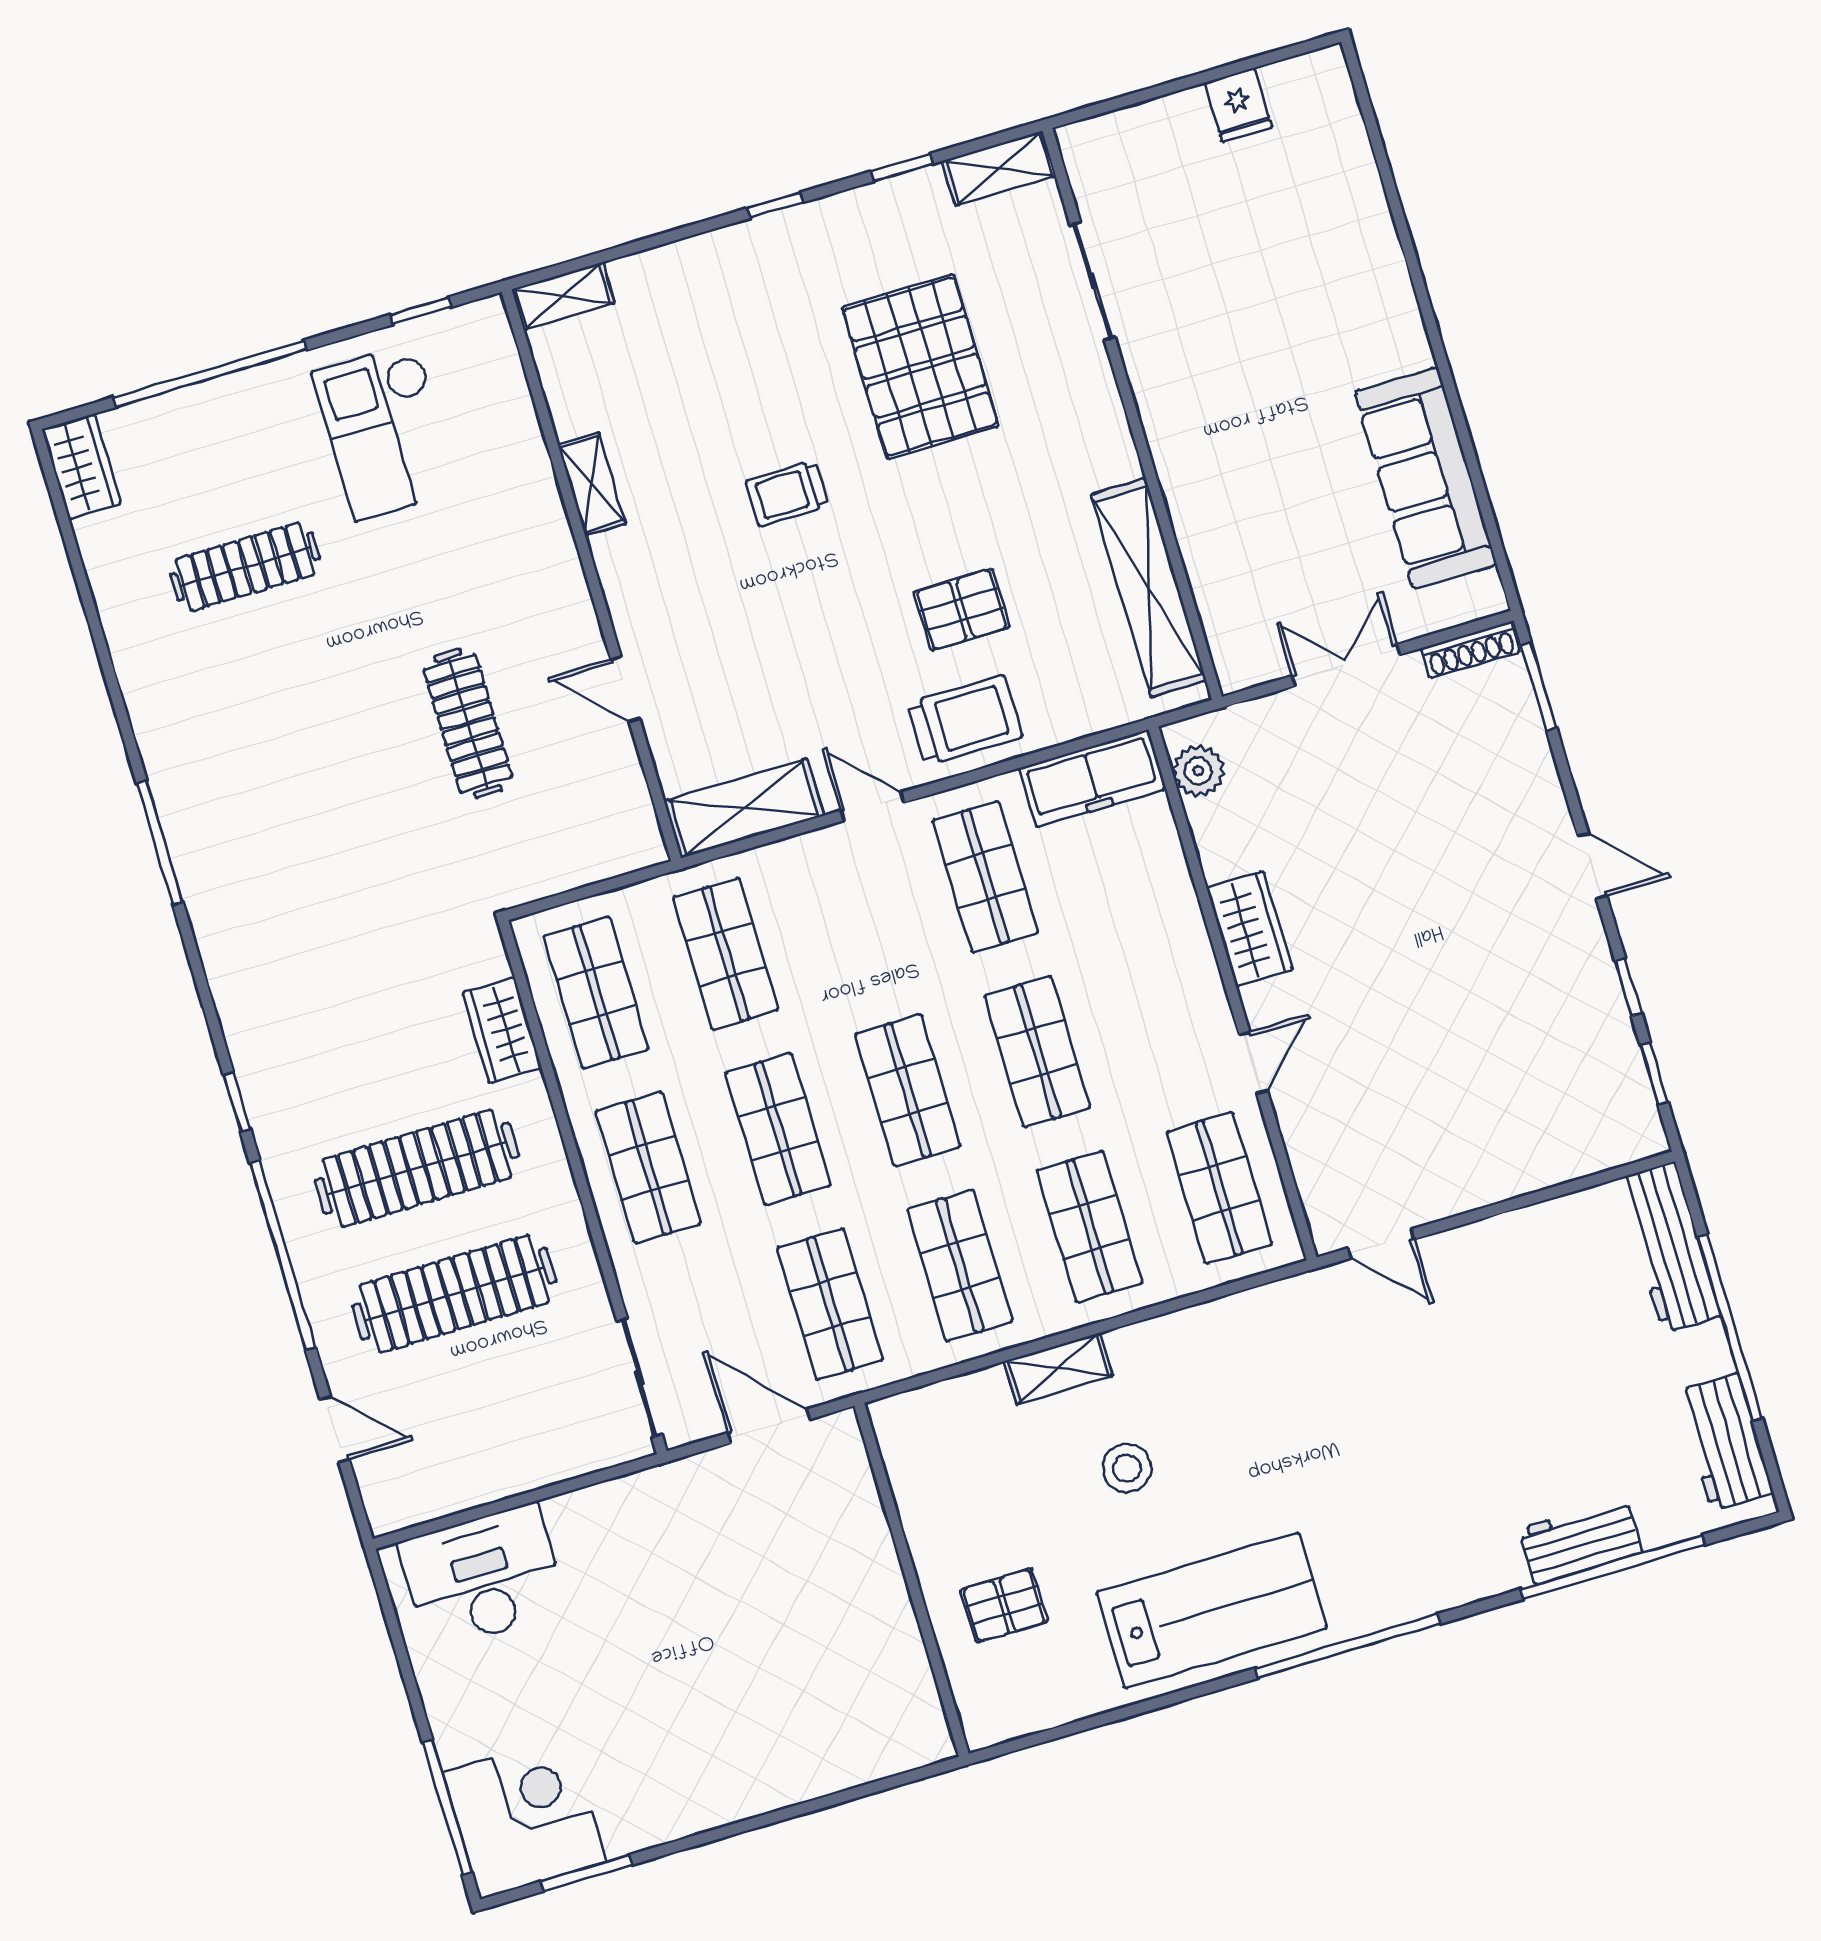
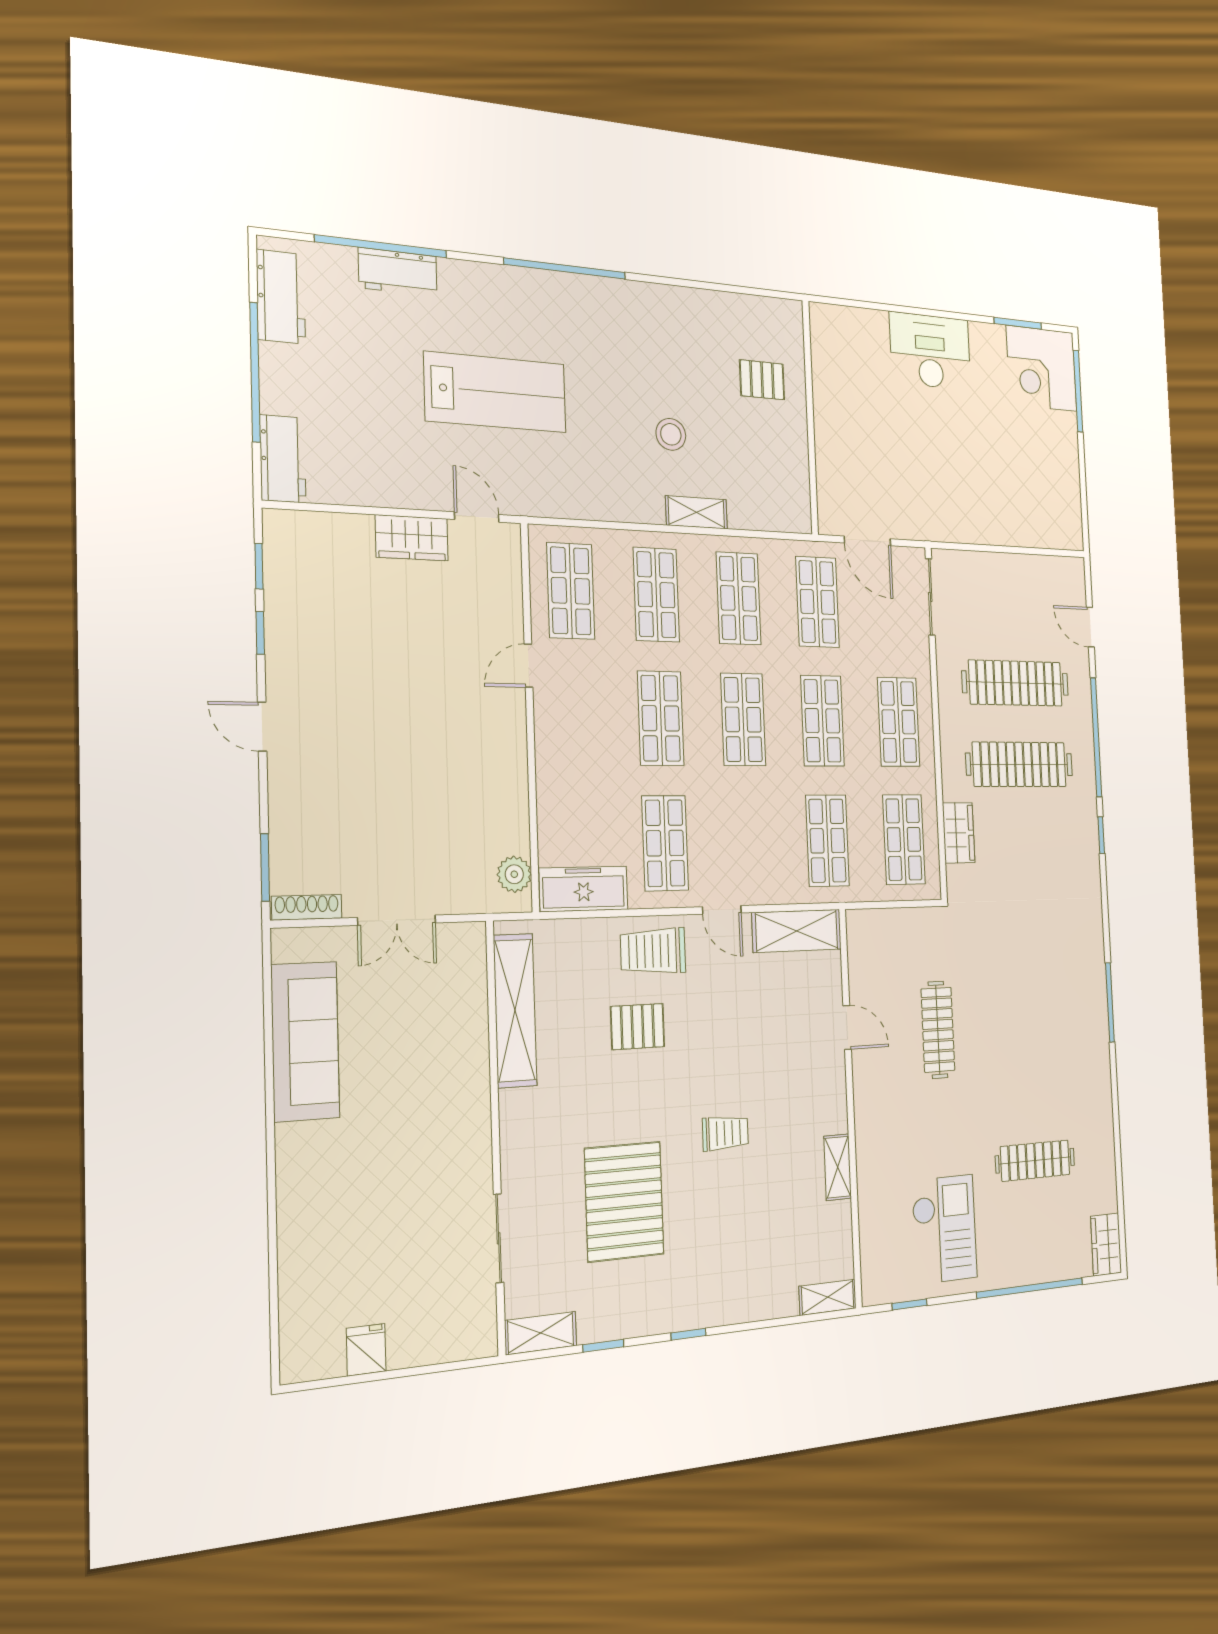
wardrobe: (1250, 929) -> (412, 538), moved, turned -90
workbench: (1669, 1247) -> (283, 459), width x0.73
desk: (483, 1577) -> (930, 351), moved, turned 180
lab bench: (1212, 1610) -> (496, 392), moved, turned 180

